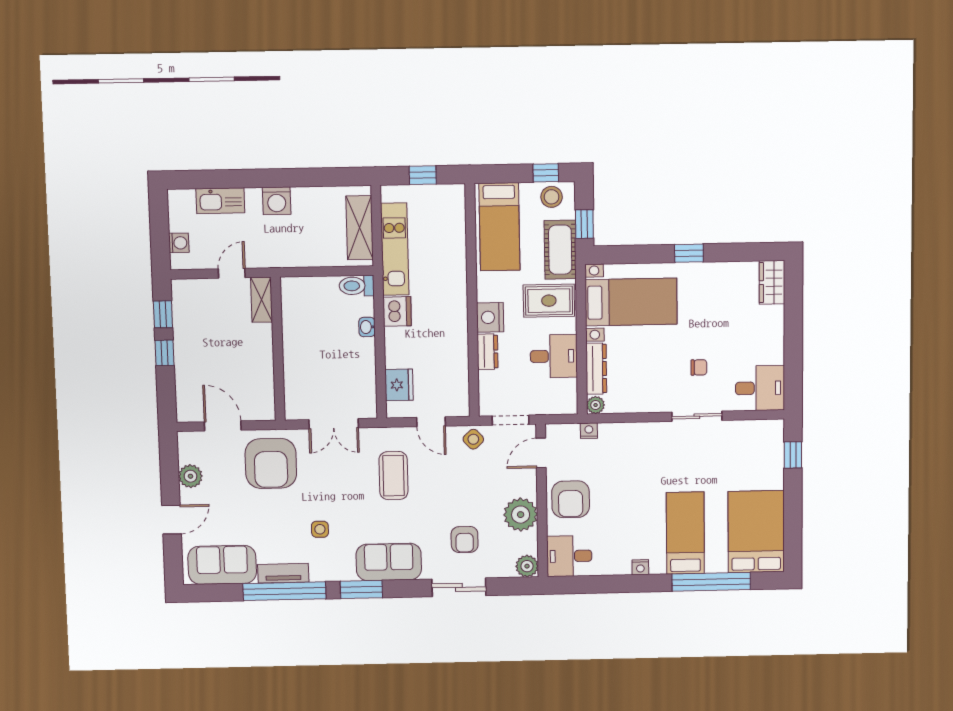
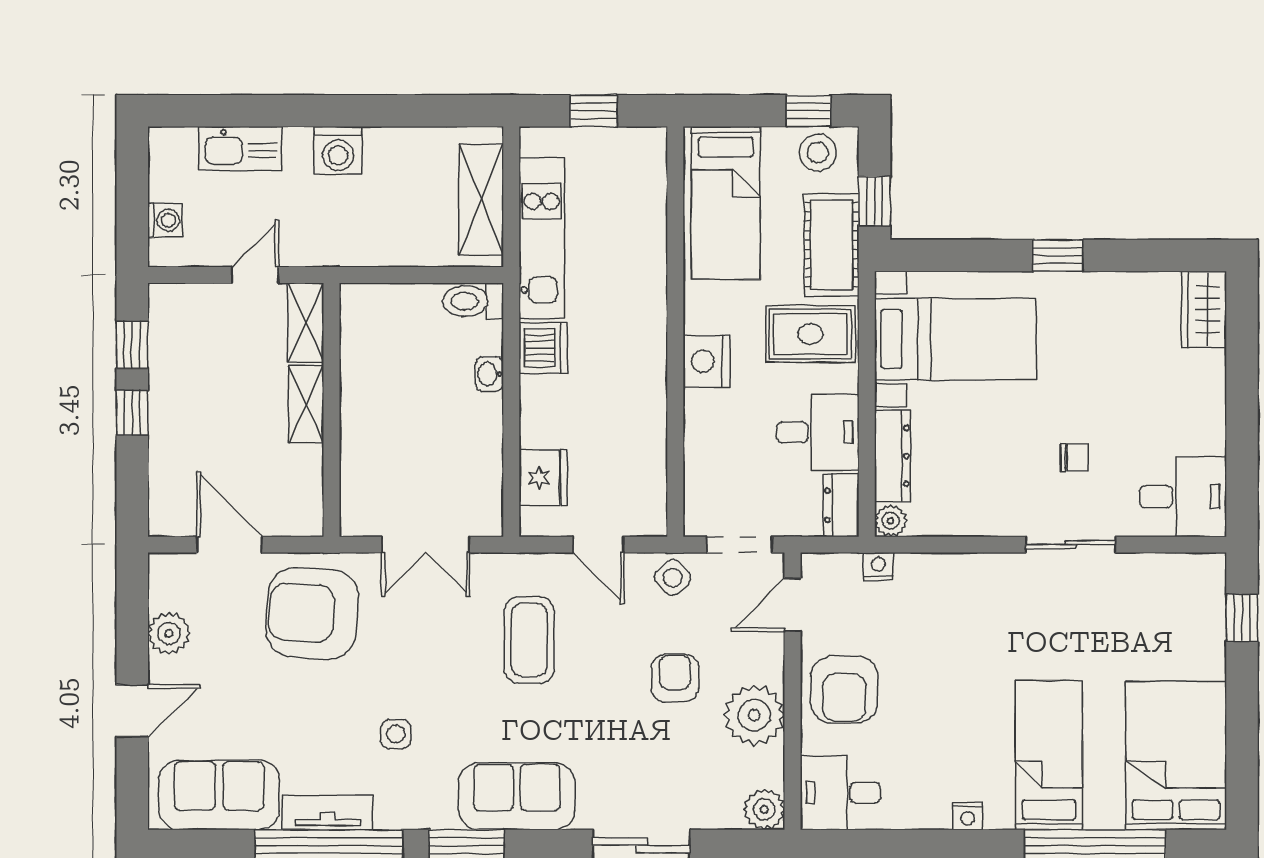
shelving: (263, 346) -> (306, 404), added
dresser: (488, 352) -> (841, 505), moved, turned 180
armchair: (271, 463) -> (312, 613), turned 94
armchair: (465, 540) -> (675, 678), moved, turned 180

